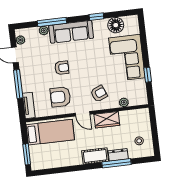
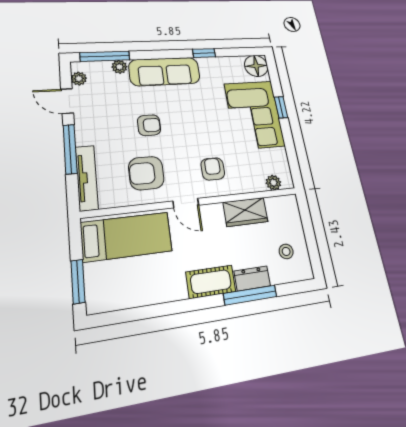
window: (52, 22) -> (105, 56), moved
floor lamp: (116, 25) -> (256, 66), moved
window: (148, 75) -> (281, 107), moved
armchair: (99, 94) -> (213, 169), turned -68
plant: (124, 102) -> (273, 183), moved
tv unit: (29, 105) -> (87, 178), width x1.41
wardrobe: (107, 120) -> (245, 212), moved

